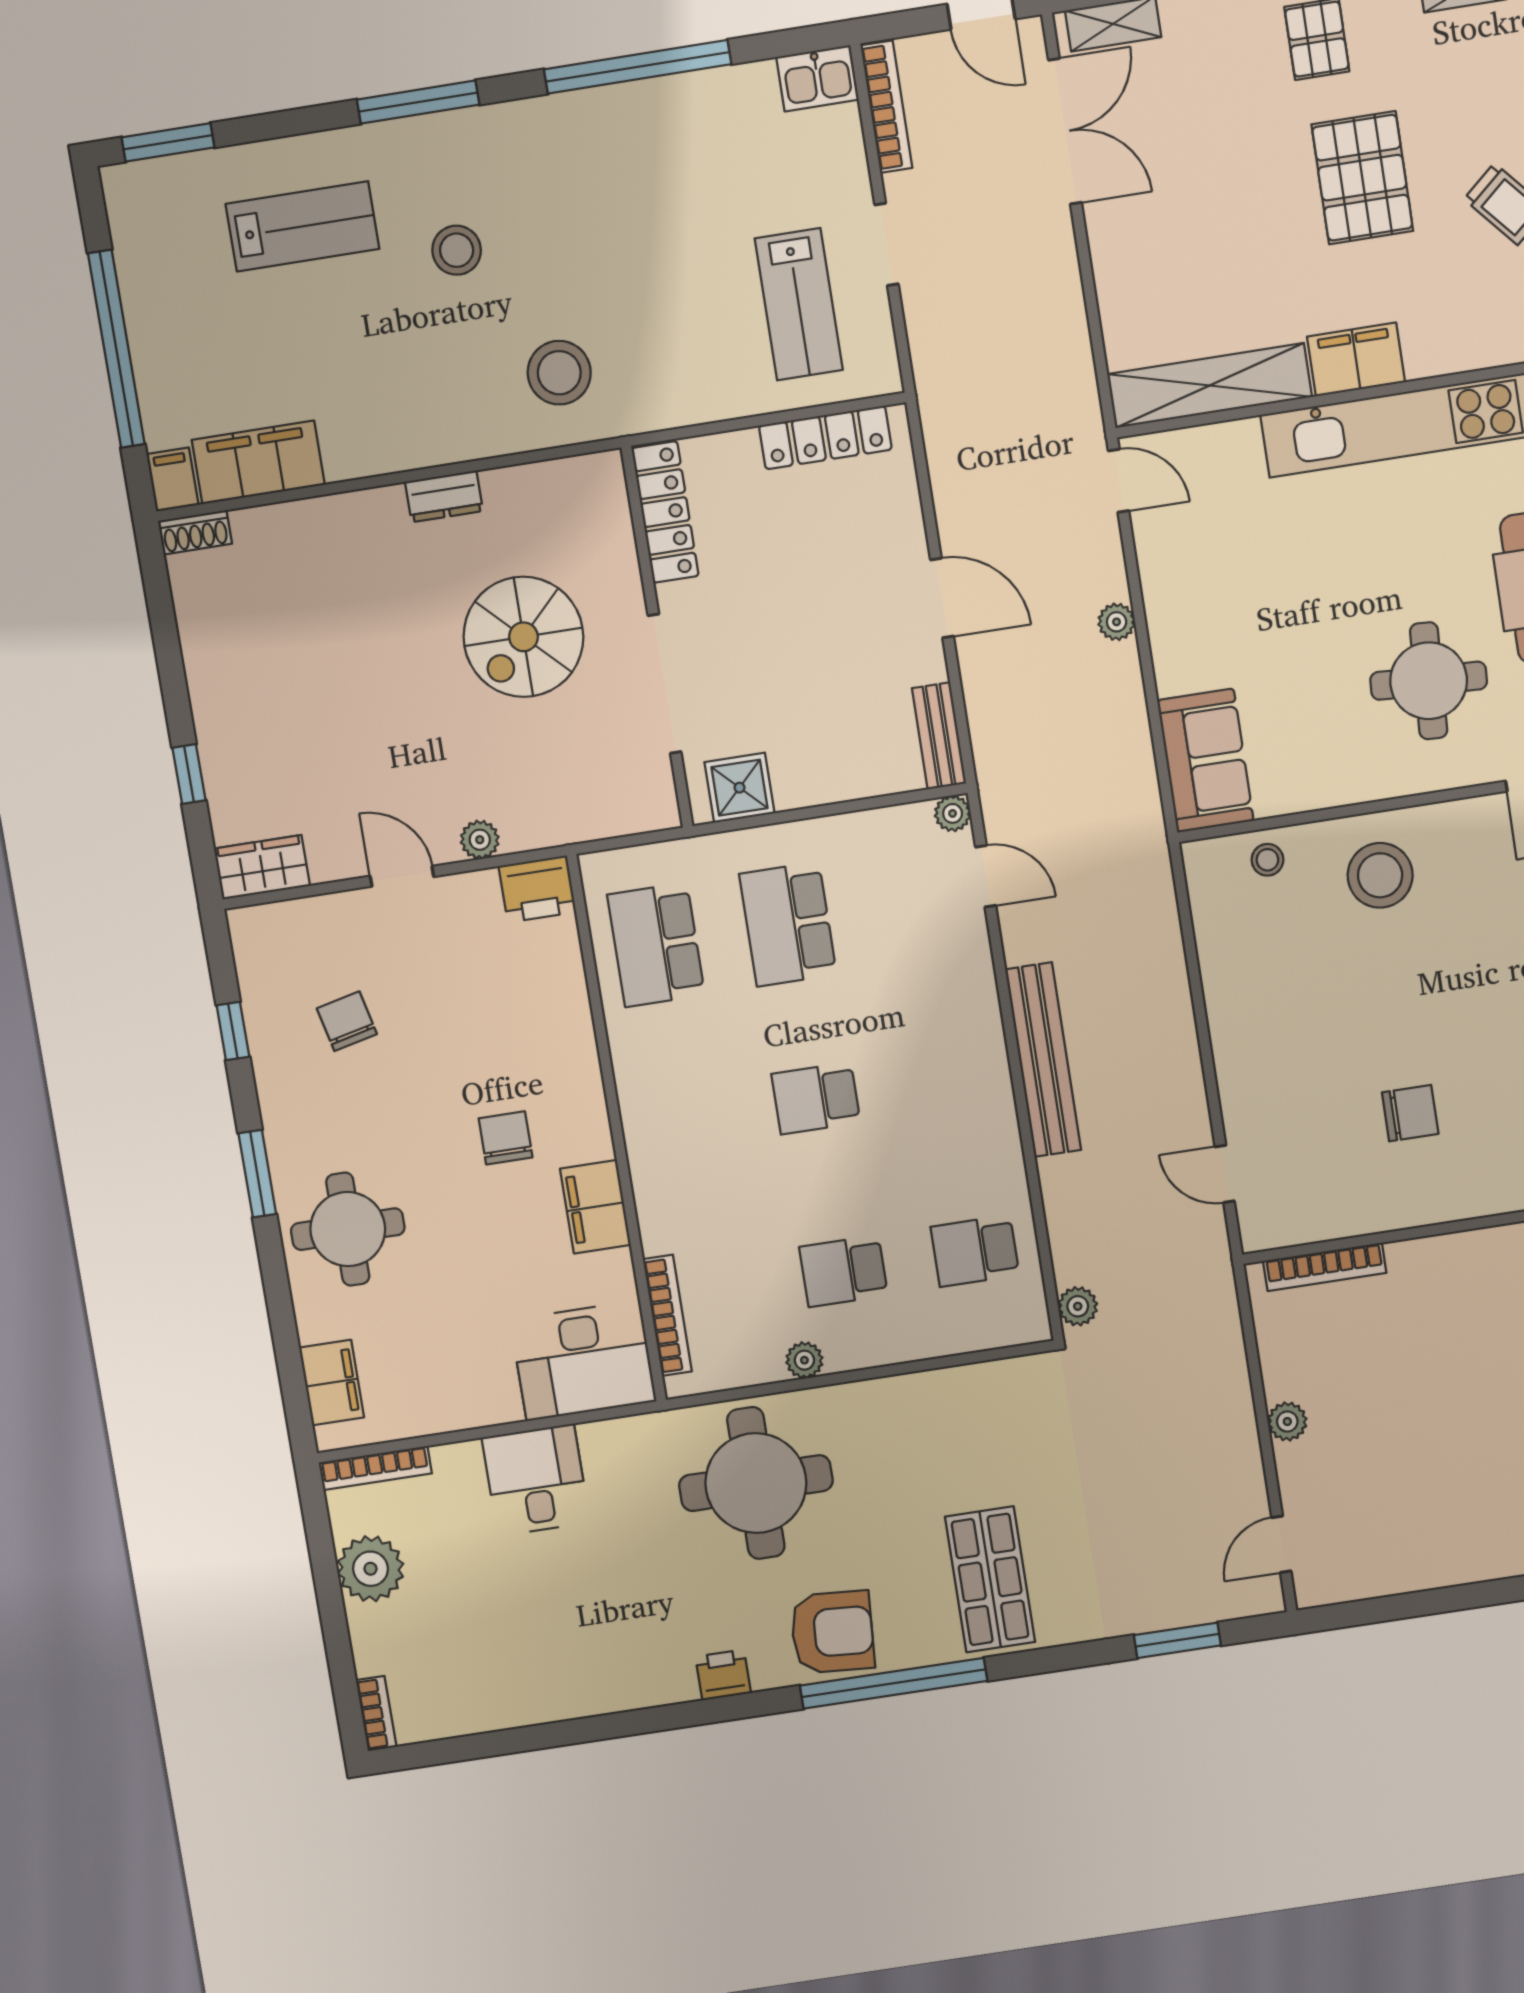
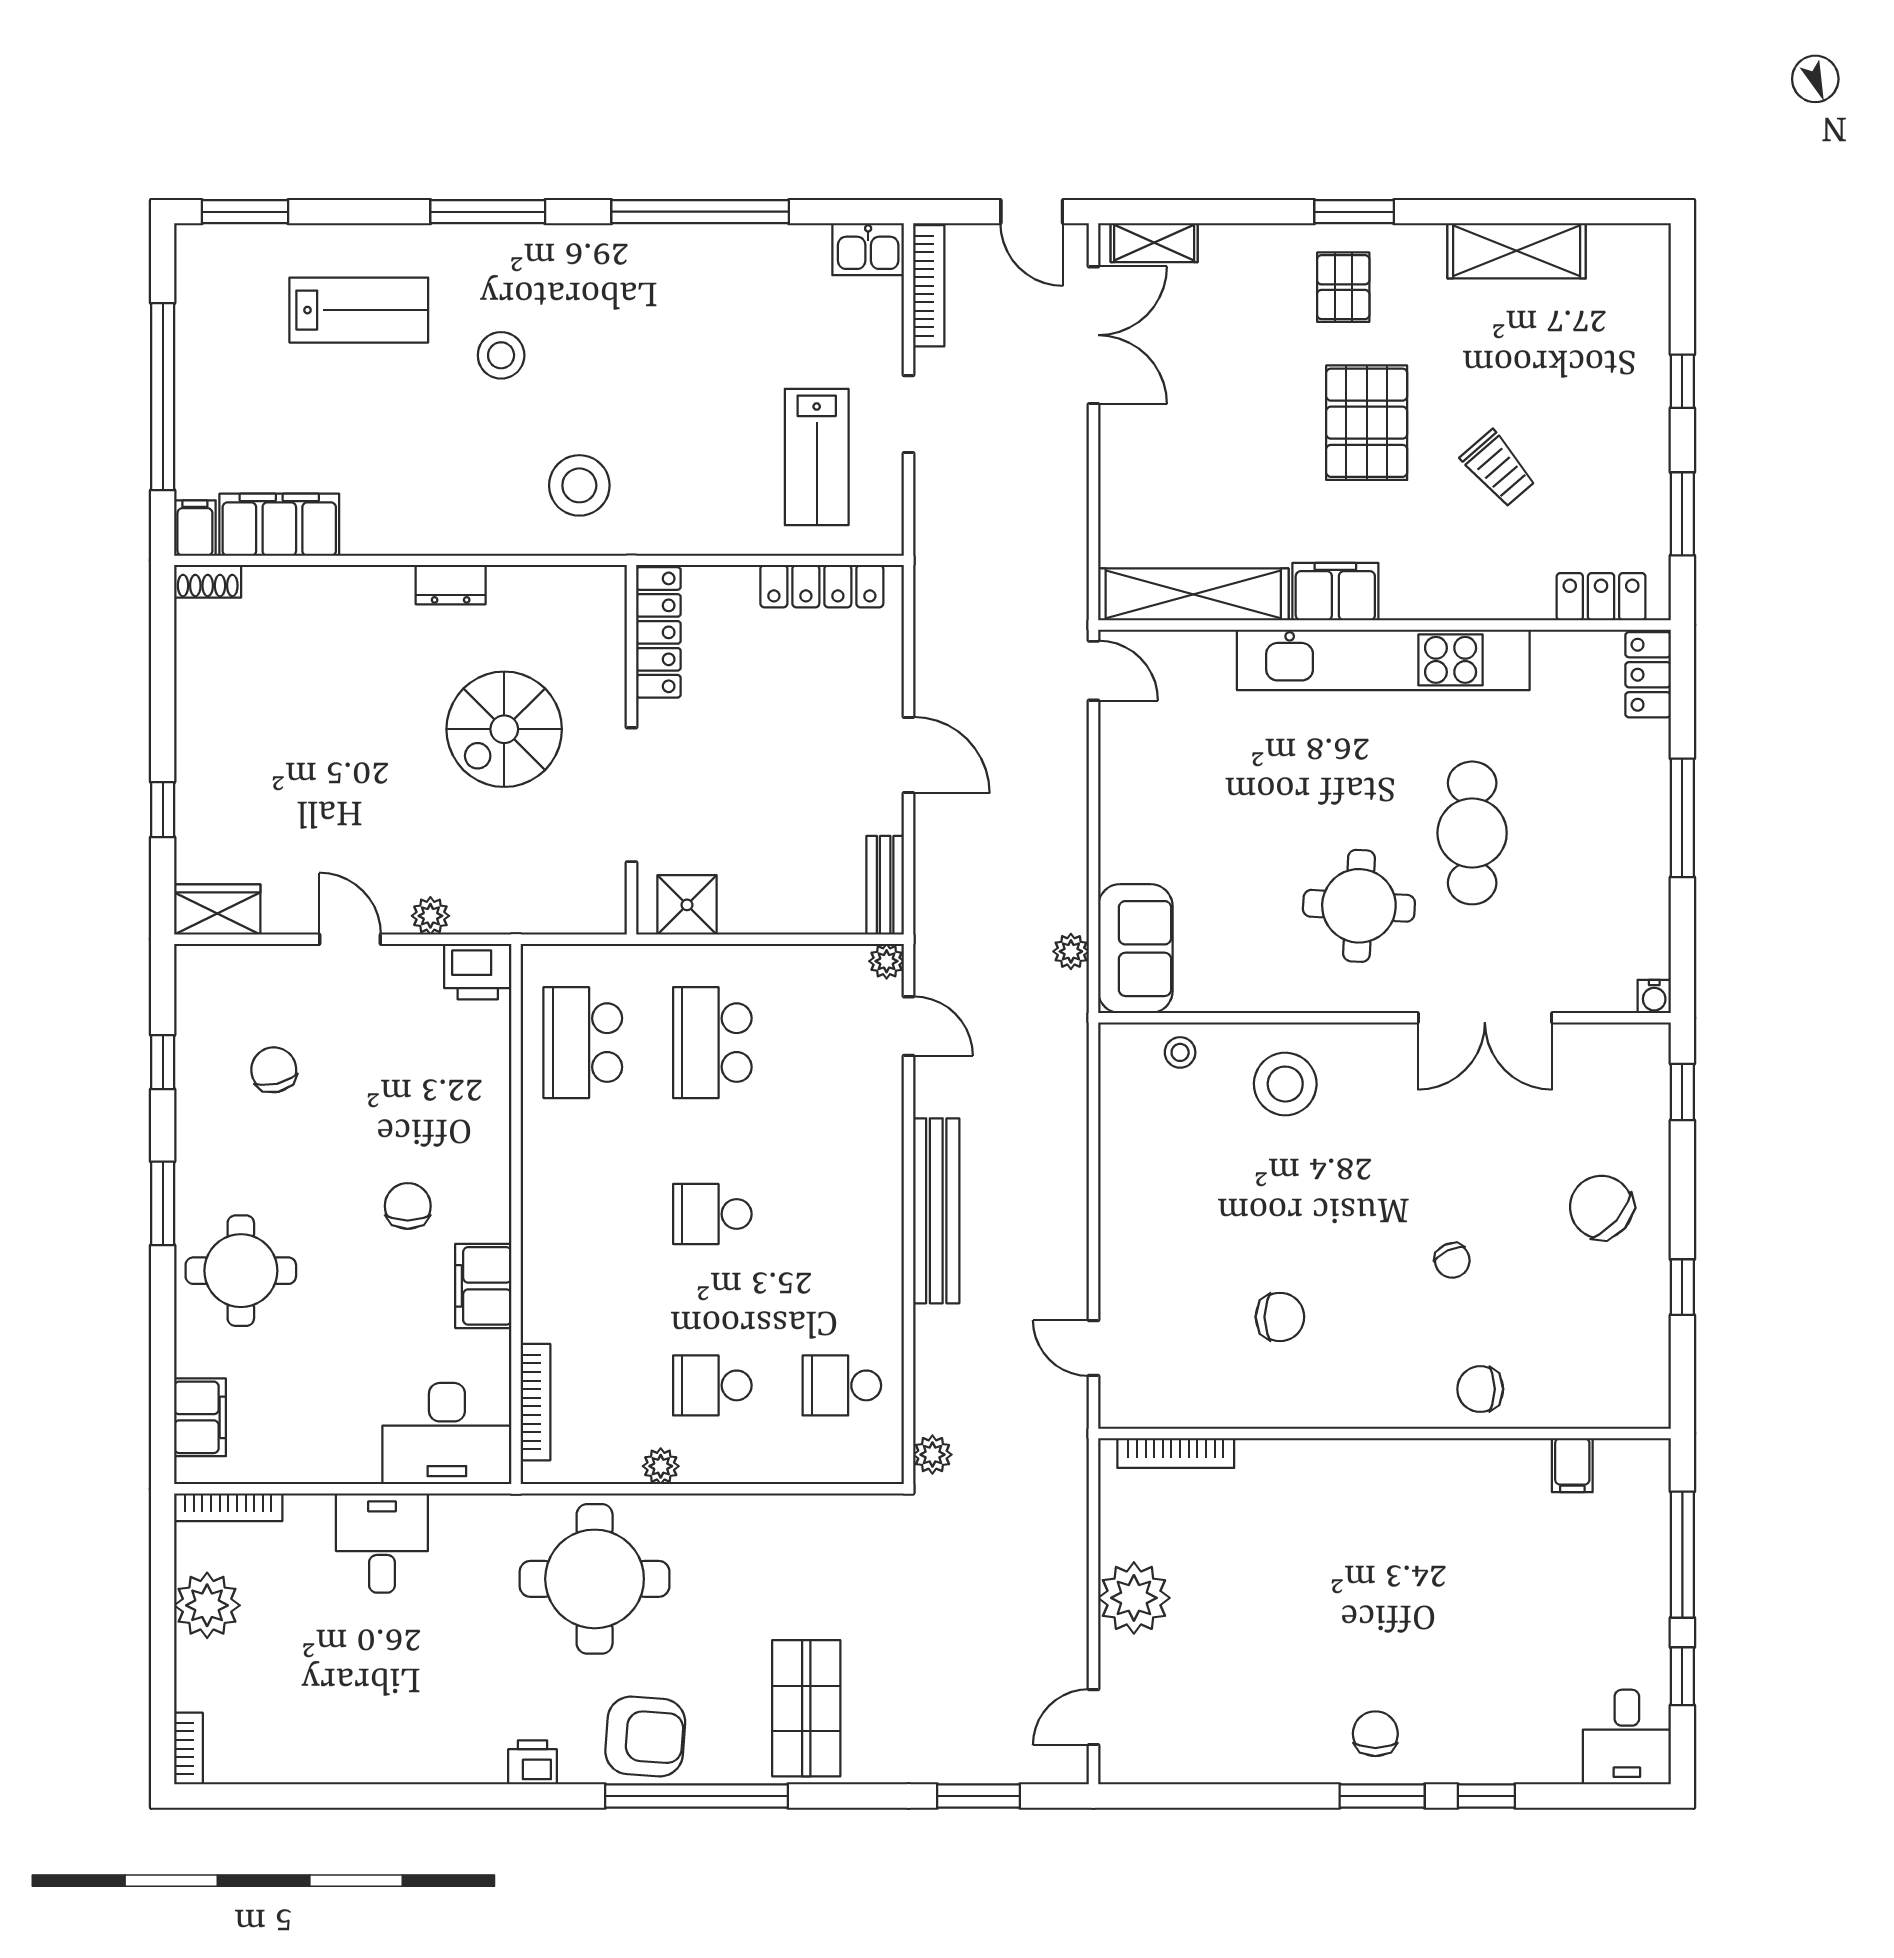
plant: (1117, 622) -> (1071, 951), moved
plant: (1287, 1422) -> (1134, 1598), width x1.87, depth x1.87

